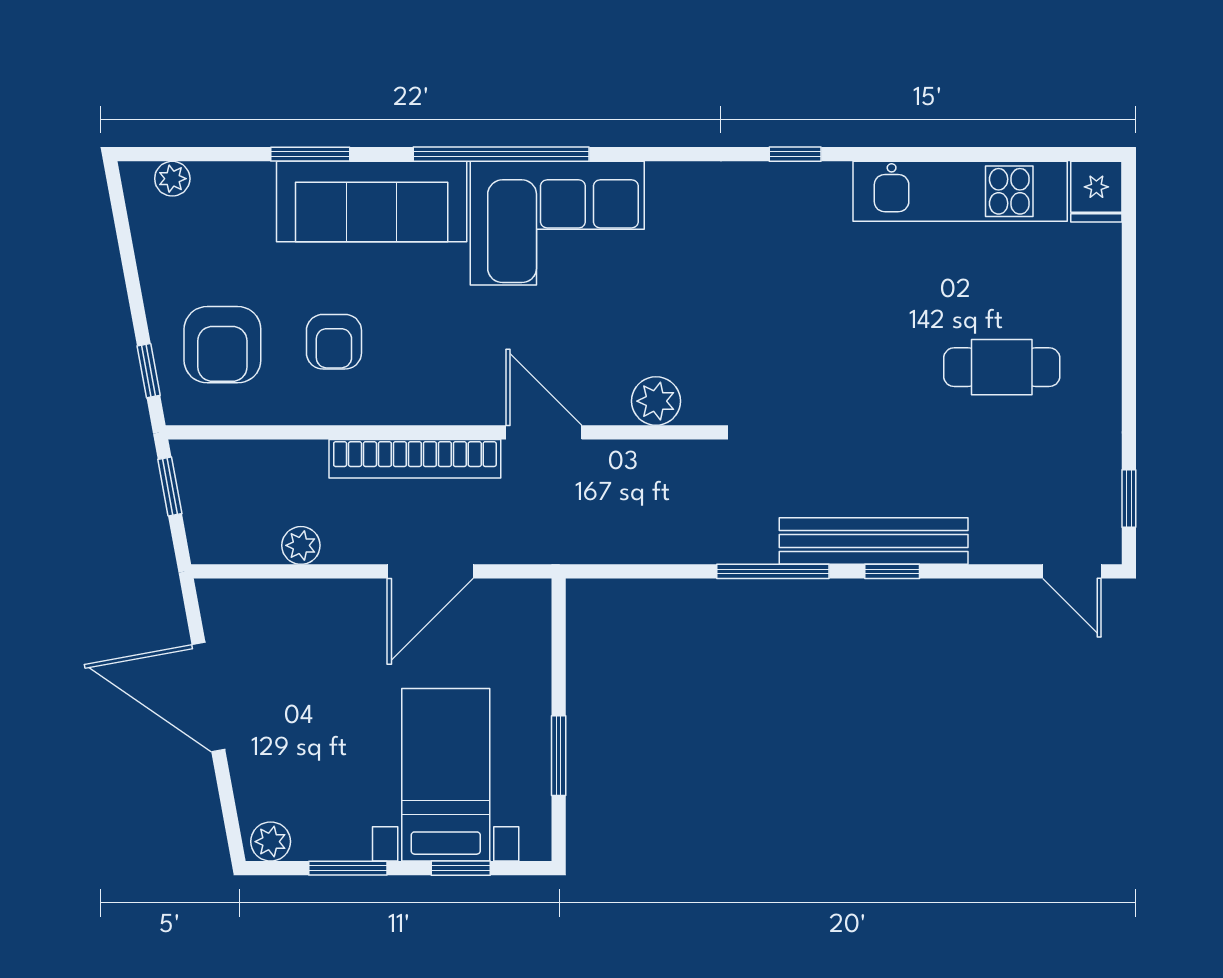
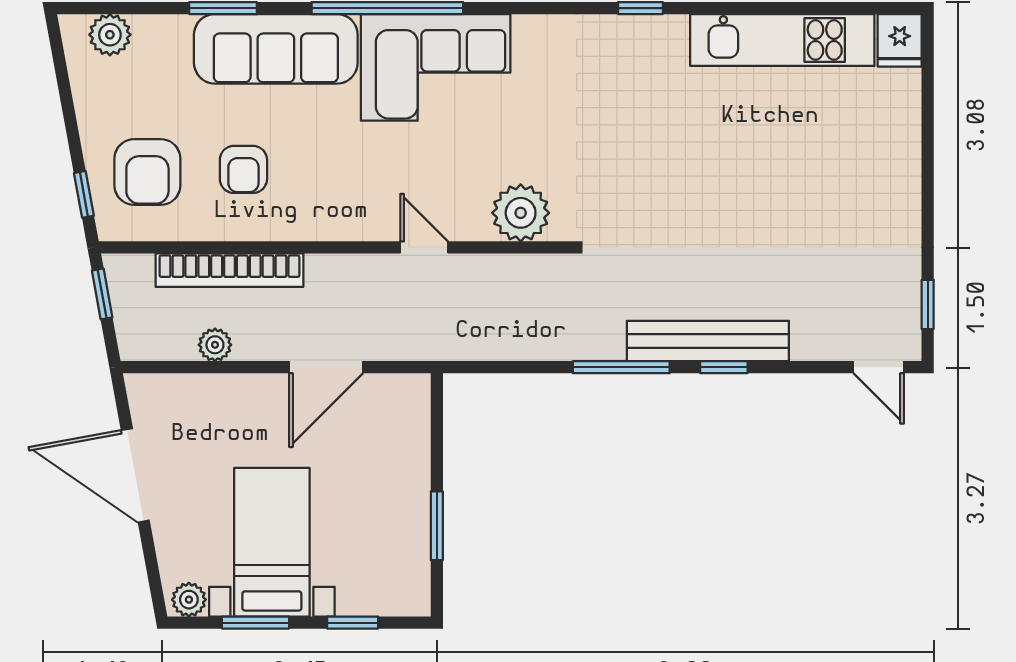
plant: (172, 179) -> (110, 35), width x1.38, depth x1.38
cafe table: (1002, 367) -> (818, 191), removed
plant: (656, 401) -> (521, 213), width x1.36, depth x1.36
door: (544, 432) -> (424, 247), width x0.73
bookcase: (415, 459) -> (229, 270), moved
bed with nightstands: (446, 775) -> (272, 542), moved

